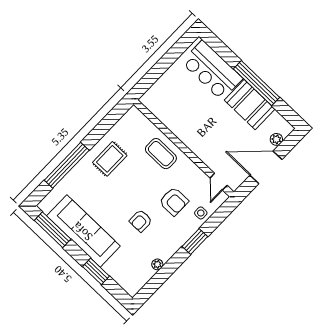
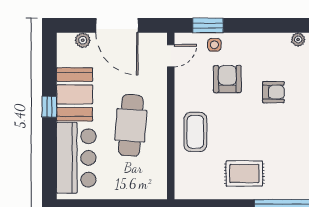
window: (256, 83) -> (49, 107), width x0.32
cafe table: (201, 120) -> (131, 125), added
window: (195, 242) -> (208, 25), moved

